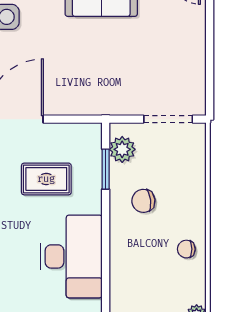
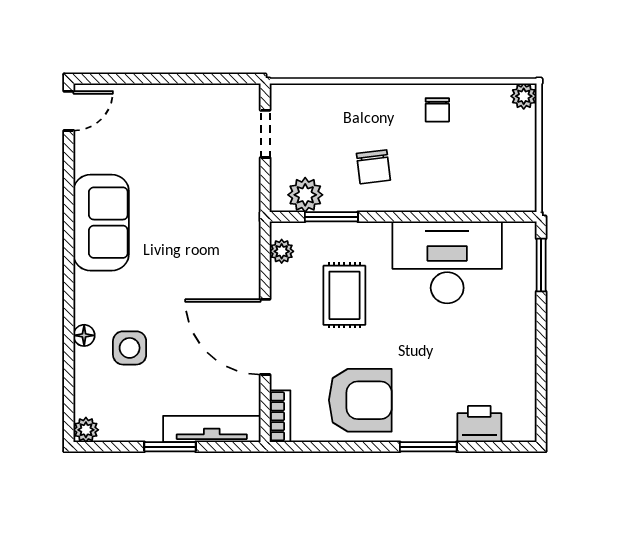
doorway: (168, 119) -> (265, 134), width x0.73
plant: (80, 132) -> (282, 251), added

